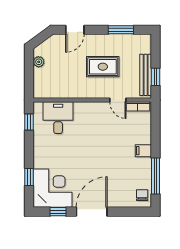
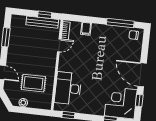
rug: (103, 67) -> (33, 83), moved, turned 90
desk: (58, 118) -> (68, 88), width x1.37
filing cabinet: (143, 151) -> (86, 29), moved

